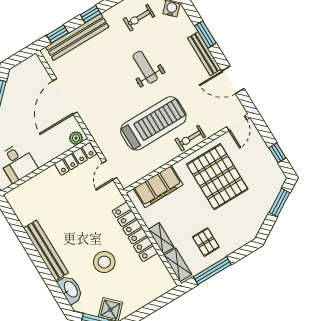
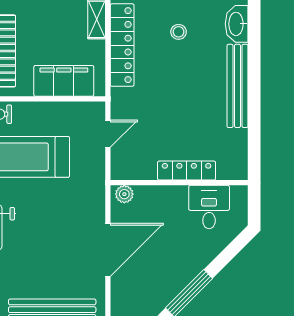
locker: (76, 159) -> (187, 171), moved
stool: (104, 262) -> (179, 32), width x0.53, depth x0.53

